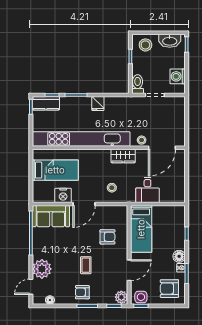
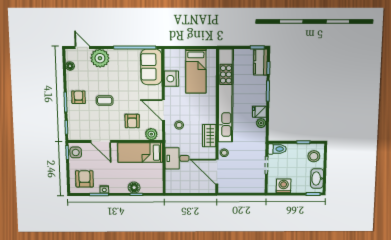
plant: (110, 102) -> (261, 123), added
door: (84, 204) -> (163, 110), moved
floor lamp: (179, 256) -> (134, 188), moved
plant: (121, 297) -> (151, 134), moved

